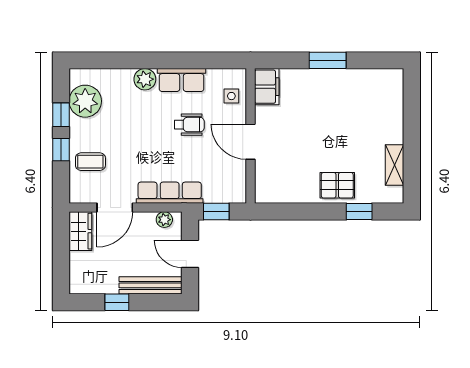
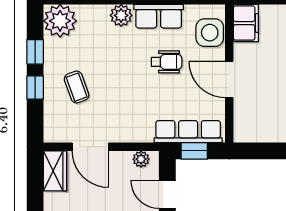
side table: (231, 96) -> (210, 33), width x1.87, depth x1.87
plant: (85, 101) -> (60, 21), moved
coffee table: (90, 162) -> (77, 87), moved, turned 70
row of seats: (170, 193) -> (188, 132), moved
door: (115, 208) -> (90, 147), hinge flipped

